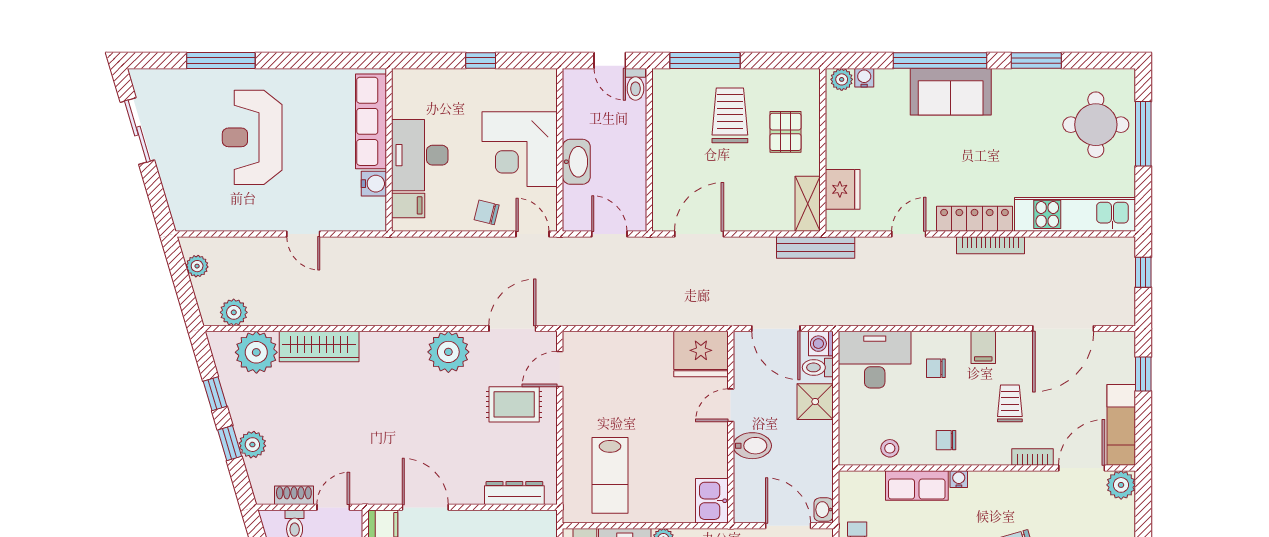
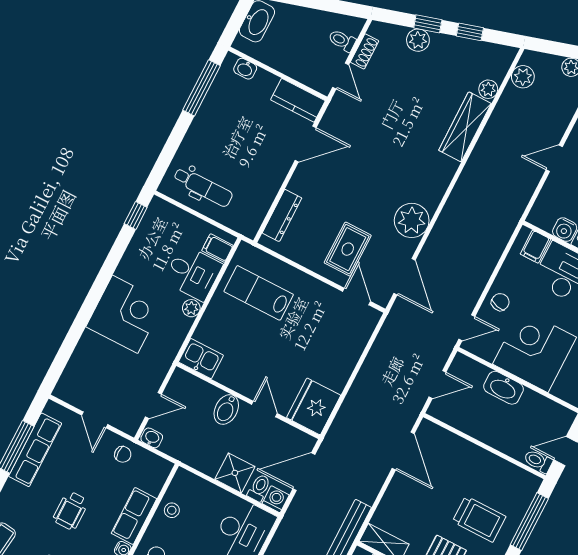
plant: (256, 352) -> (488, 89), width x0.53, depth x0.53
door: (788, 526) -> (153, 405), width x0.73

